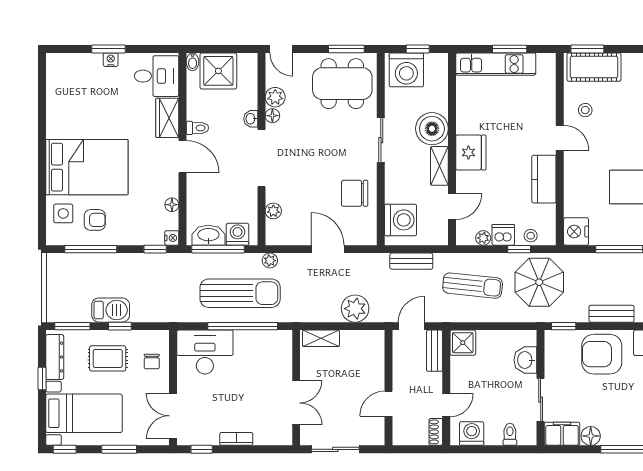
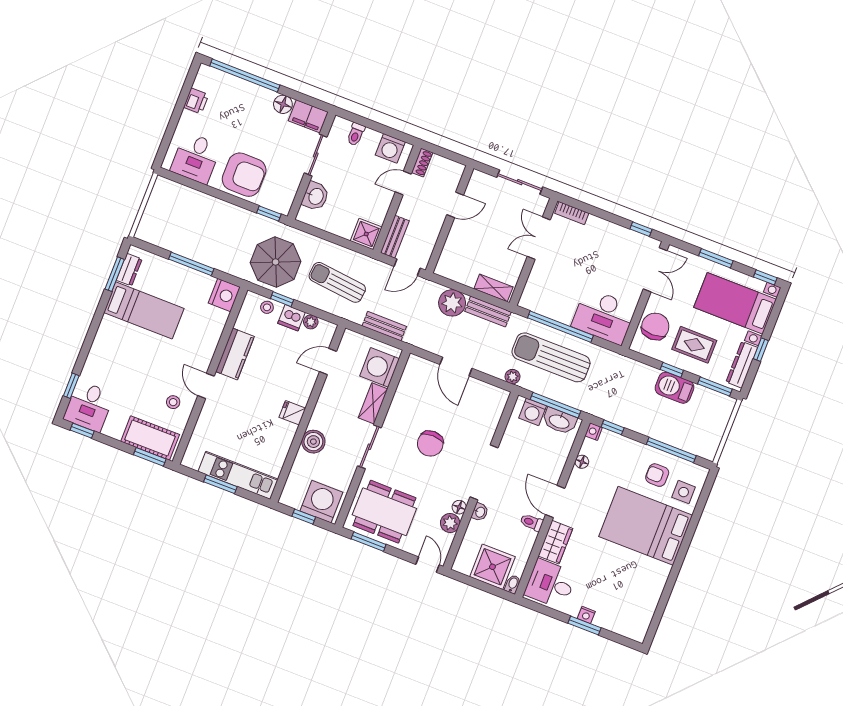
boiler: (432, 129) -> (313, 442), width x0.73, depth x0.73
fridge: (471, 152) -> (292, 413), width x0.53, depth x0.75
shelving: (439, 166) -> (373, 403), moved
chair: (355, 193) -> (430, 444), moved, turned 90
plant: (273, 211) -> (492, 420), removed
bench: (611, 314) -> (488, 312), moved
chair: (152, 361) -> (655, 326), width x1.87, depth x1.87
bookcase: (236, 439) -> (572, 213), moved

